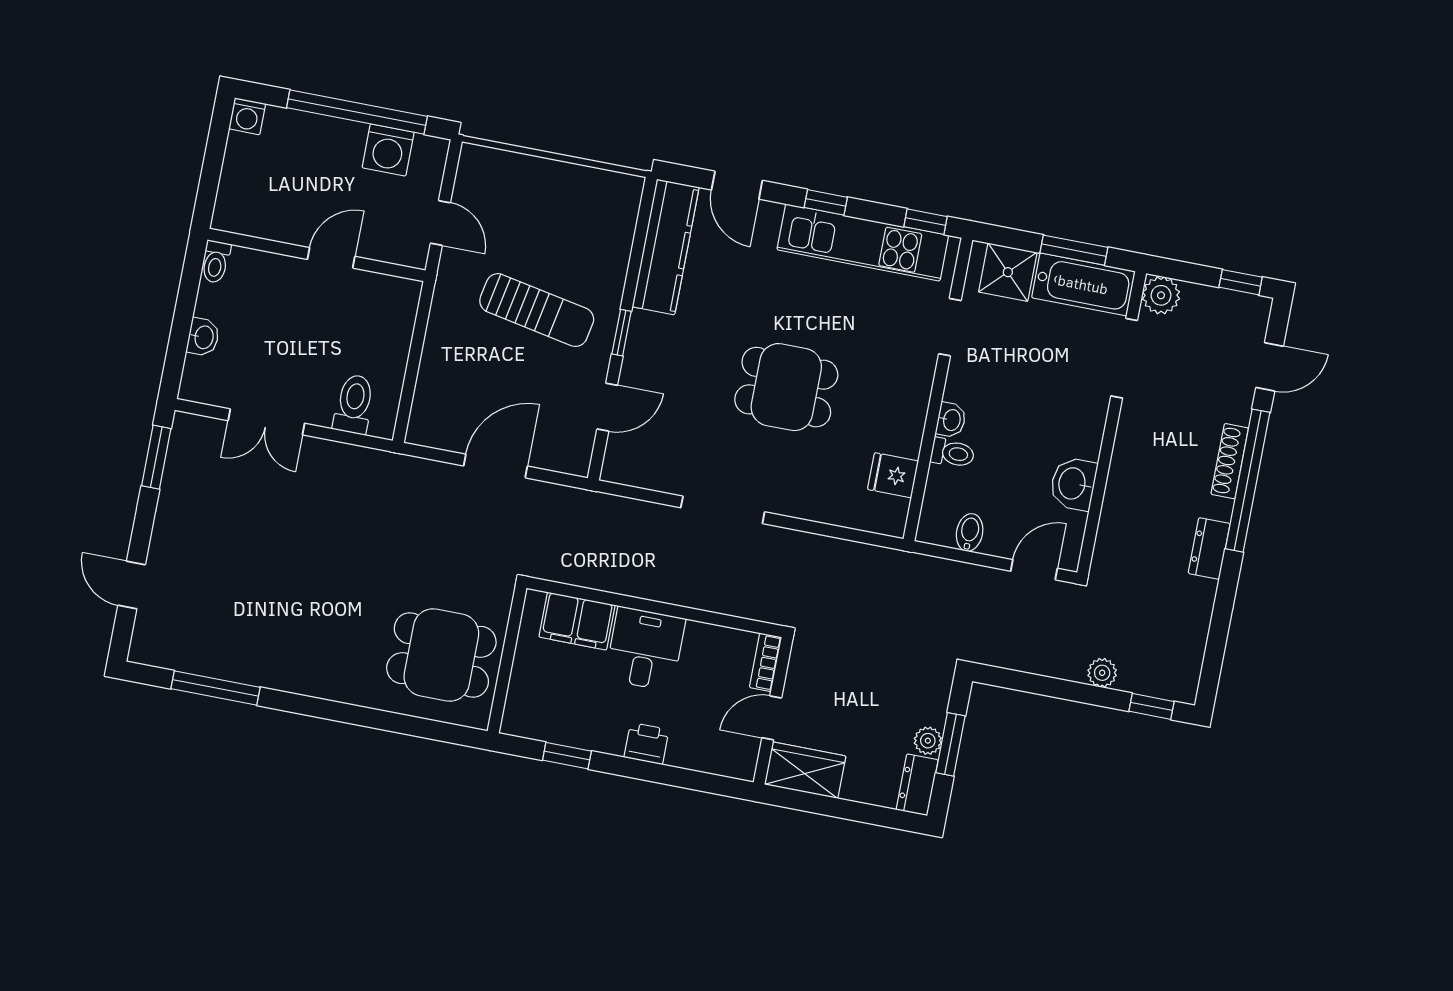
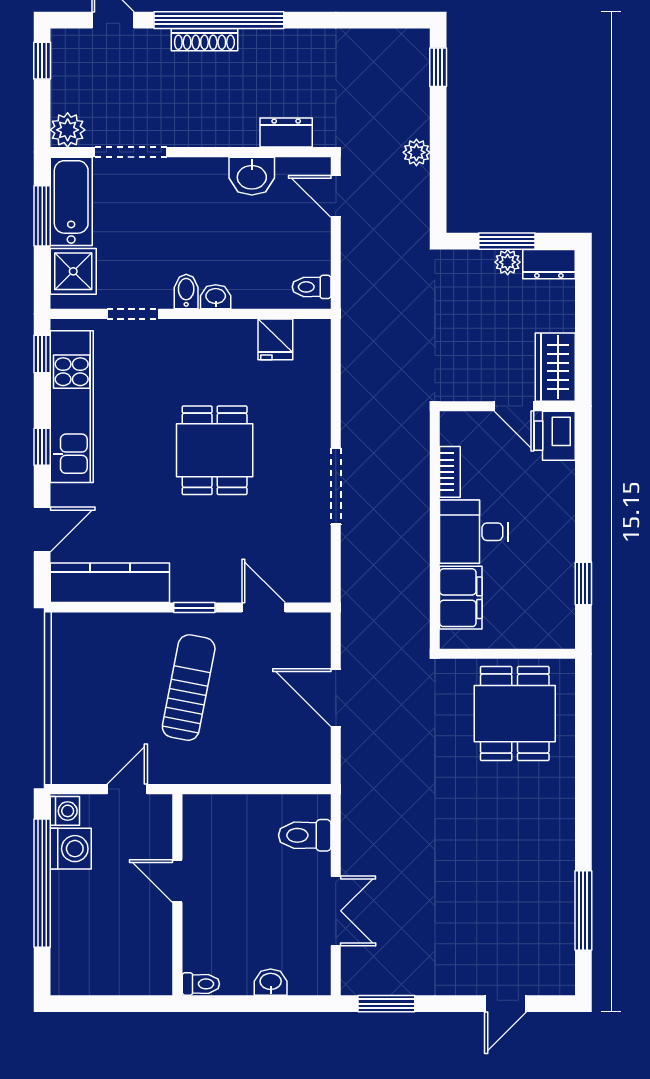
washing machine: (247, 116) -> (65, 811), moved
toilet: (953, 453) -> (312, 287), moved, turned -90
bidet: (970, 532) -> (186, 291), moved, turned 90
dresser: (1209, 548) -> (286, 133), moved, turned 180
bookcase: (766, 662) -> (450, 472), moved, turned -90
plant: (1102, 673) -> (416, 152), moved
printer: (646, 744) -> (555, 436), moved, width x1.36, depth x1.24

